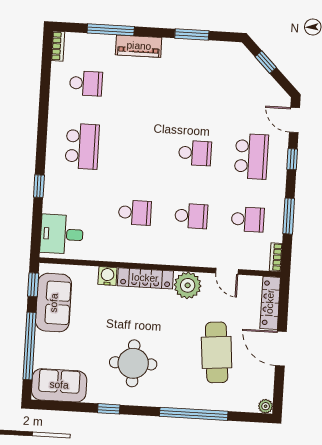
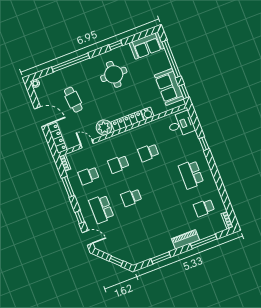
cafe table: (217, 352) -> (73, 100), width x0.73, depth x0.74

